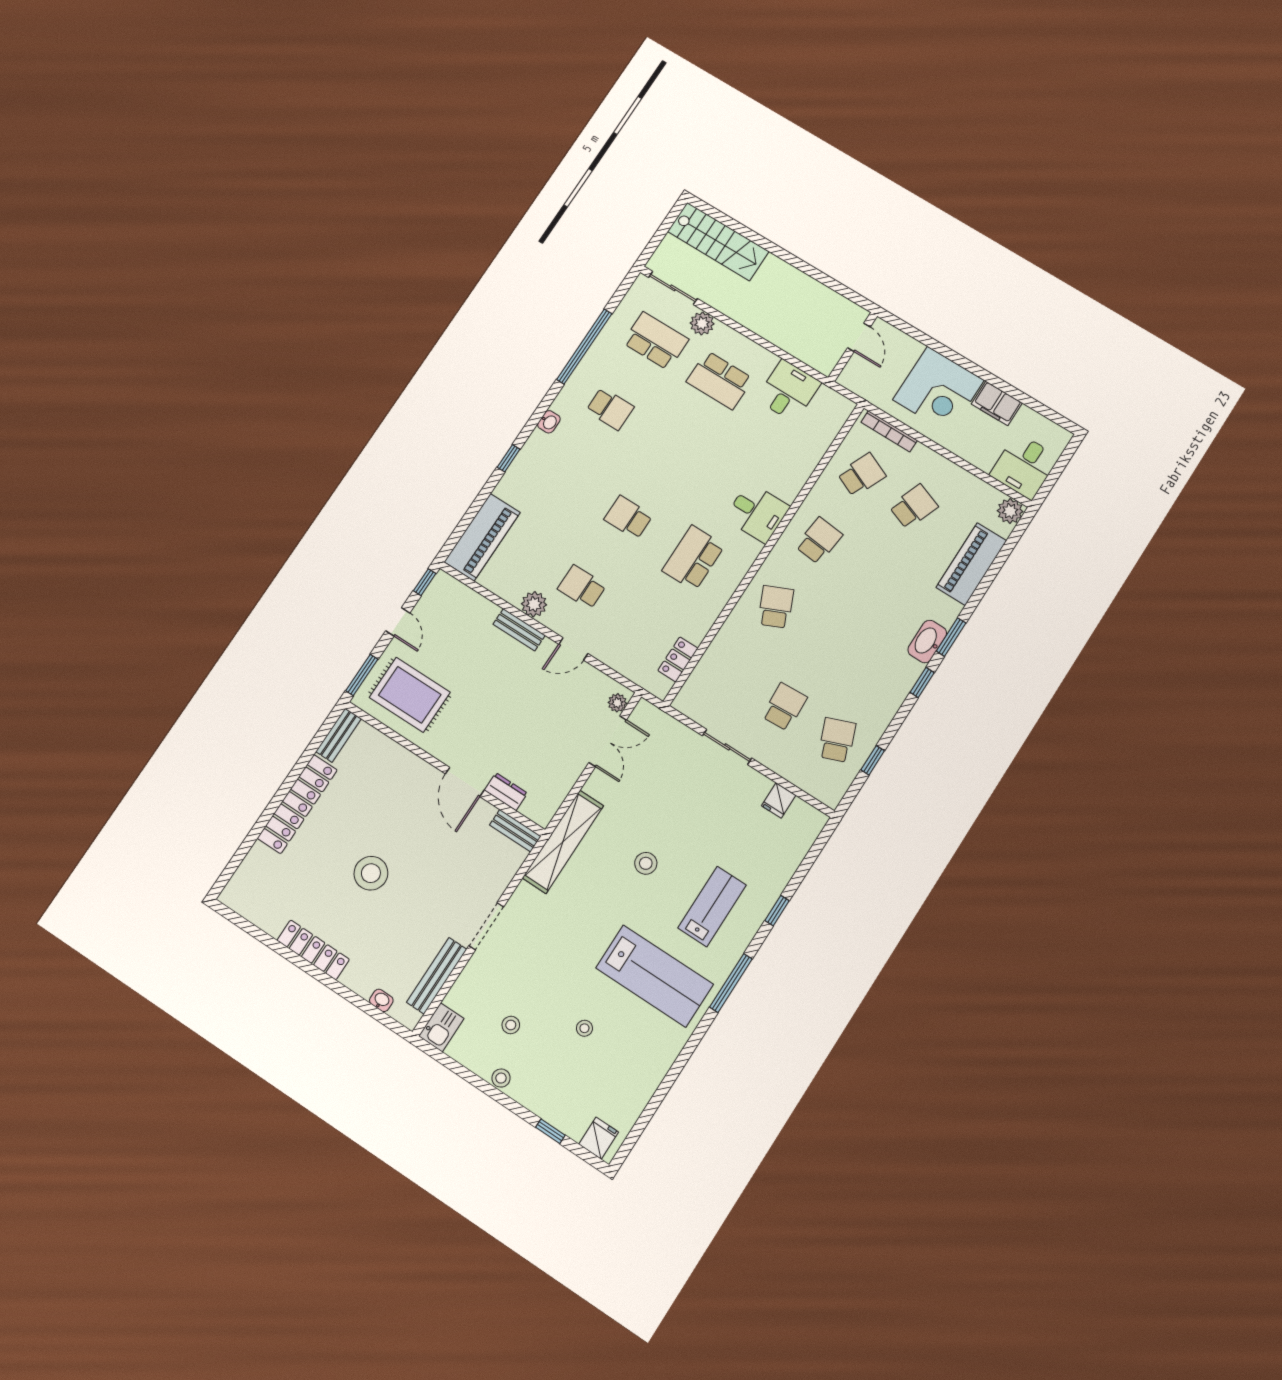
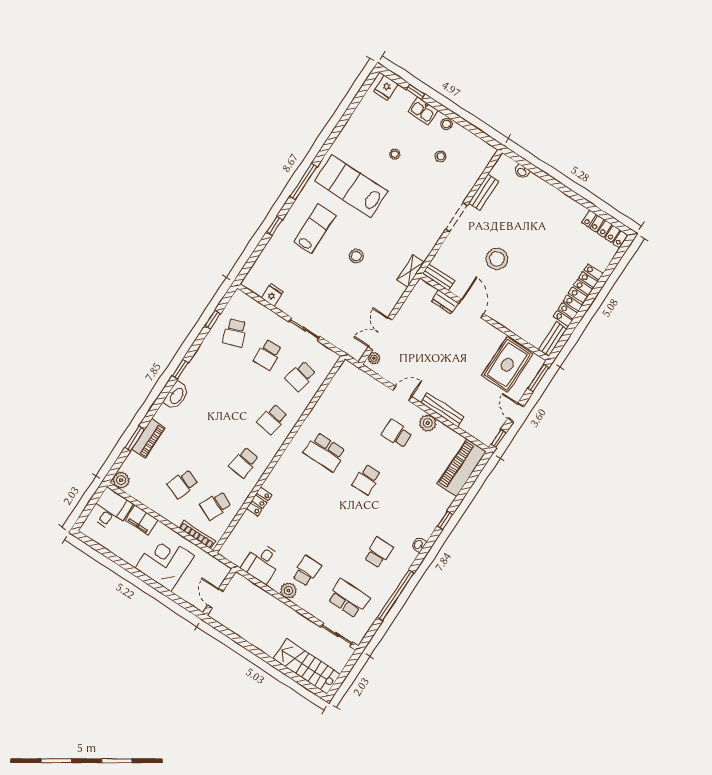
plant: (702, 323) -> (288, 591), moved
school desk: (656, 341) -> (348, 598), turned 180
school desk: (720, 380) -> (307, 571), width x0.54
filing cabinet: (997, 403) -> (141, 520), moved, turned 180
school desk: (610, 409) -> (379, 553), turned 90
desk: (757, 512) -> (283, 482), removed
school desk: (628, 517) -> (367, 479), turned 90
school desk: (693, 558) -> (325, 452), turned 90
piano: (971, 564) -> (148, 438), width x0.73, depth x0.75
school desk: (582, 587) -> (397, 434), turned 180
school desk: (776, 607) -> (272, 419), turned 33
bench: (519, 630) -> (442, 410), width x1.36
window: (951, 637) -> (135, 439), moved
locker: (678, 659) -> (259, 502), moved
school desk: (732, 674) -> (301, 376), added
rug: (410, 695) -> (507, 365), turned 90
shelving: (563, 842) -> (410, 271), width x0.45, depth x0.75
stool: (371, 873) -> (497, 259), moved
lab bench: (712, 906) -> (315, 229), turned 180
locker: (313, 950) -> (605, 229), moved
bench: (437, 976) -> (484, 192), width x0.73
kitchen sink: (441, 1027) -> (423, 111), moved, turned -90

